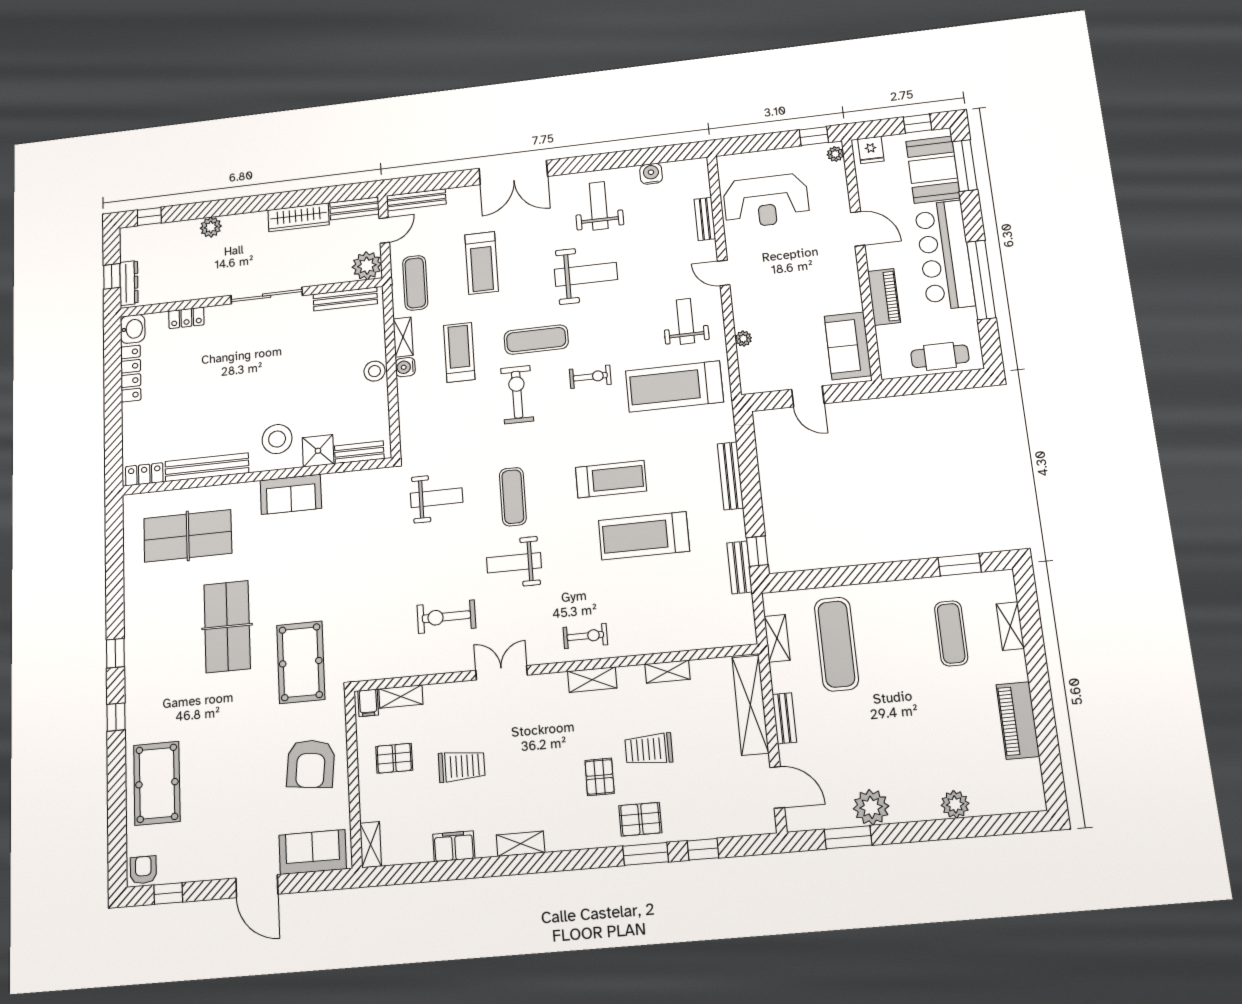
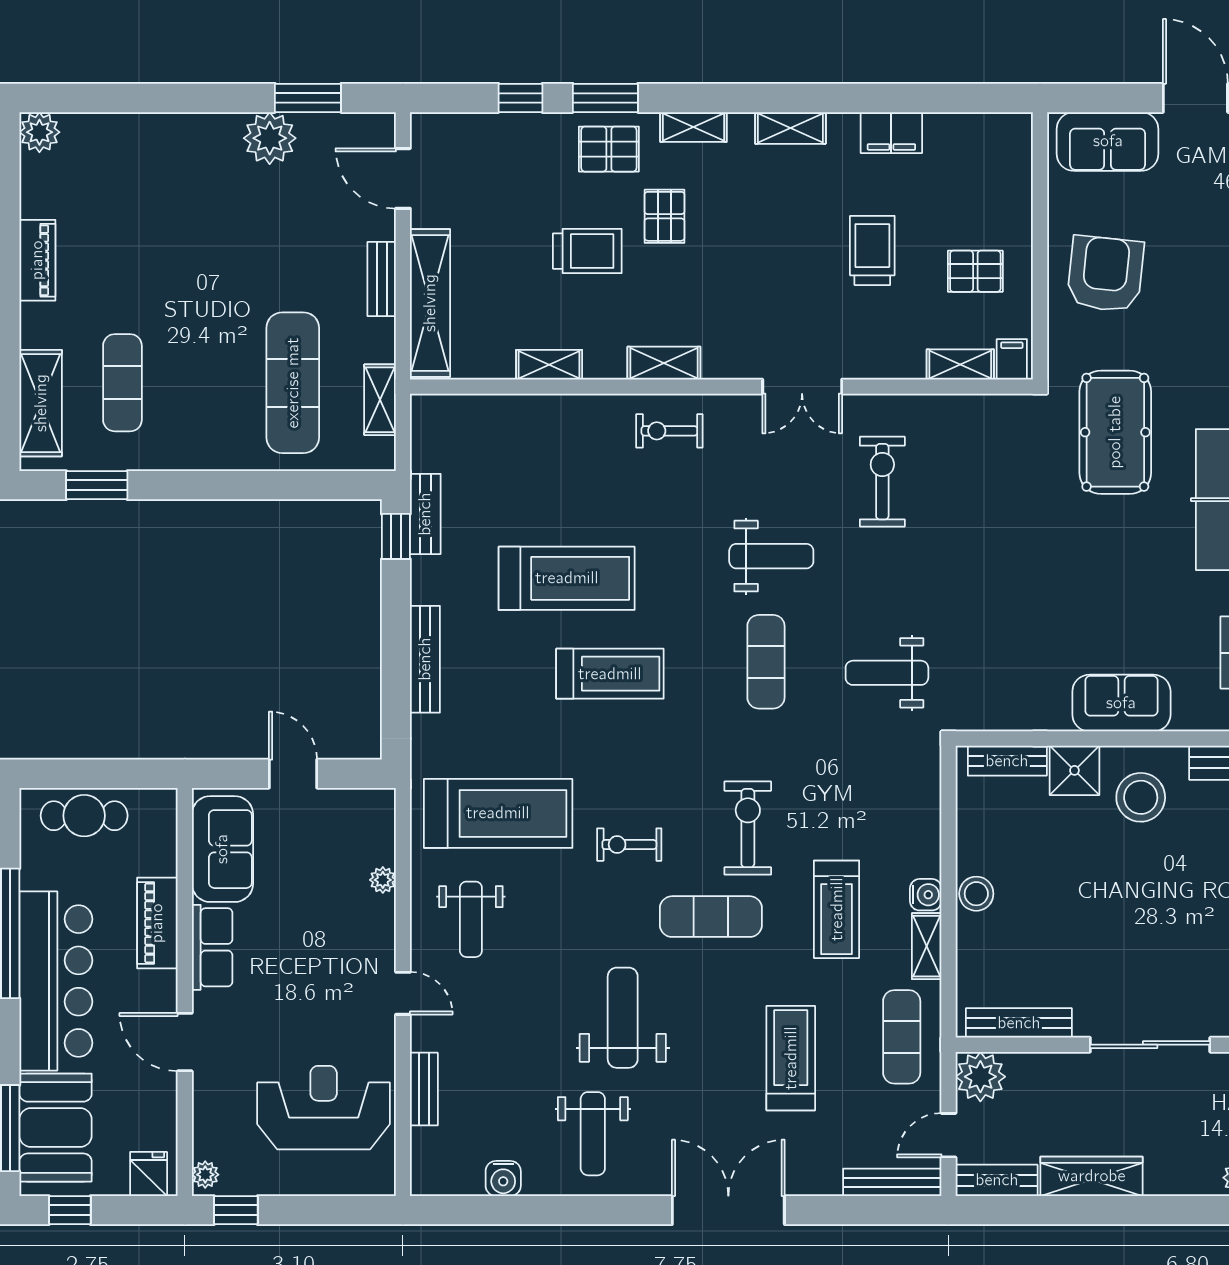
weight bench: (586, 274) -> (623, 1018), turned 90
row of seats: (847, 286) -> (212, 947), added
exercise bike: (517, 395) -> (748, 828), turned 180
treadmill: (611, 479) -> (610, 674), turned 180
exercise bike: (446, 617) -> (882, 482), turned -90
shelving: (1010, 626) -> (41, 403), width x1.50, depth x1.33
piano: (1018, 720) -> (37, 260), width x0.73, depth x0.75
trolley: (462, 766) -> (872, 250), turned 90
plant: (955, 804) -> (39, 132), moved
shelving: (371, 845) -> (693, 127), moved, turned 90

